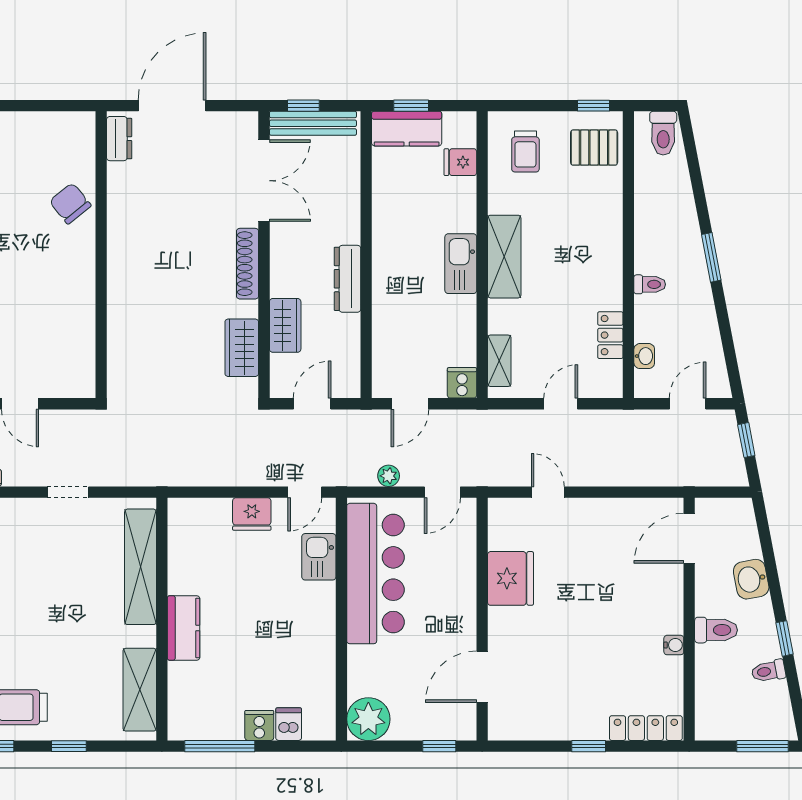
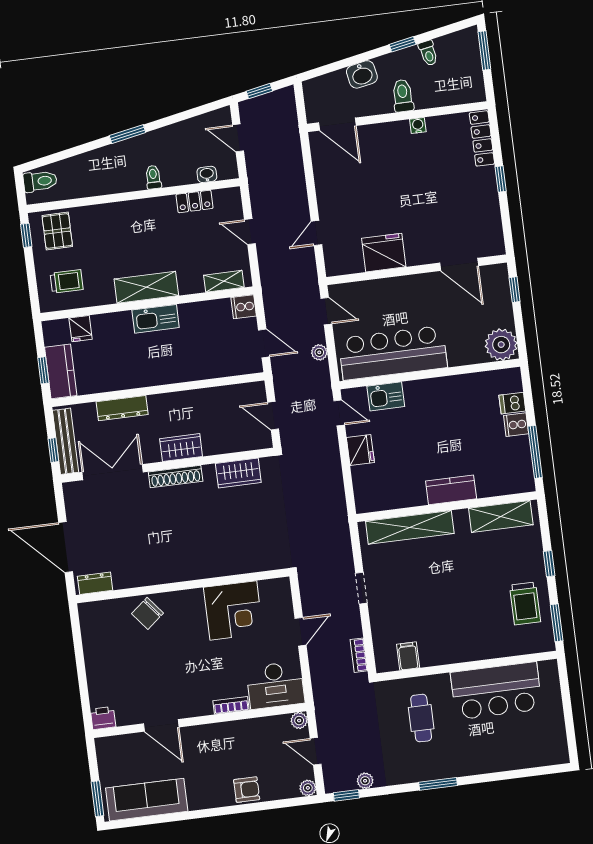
dresser: (347, 279) -> (122, 408), moved
corner desk: (60, 318) -> (233, 610), added
wardrobe: (285, 325) -> (181, 448), moved

